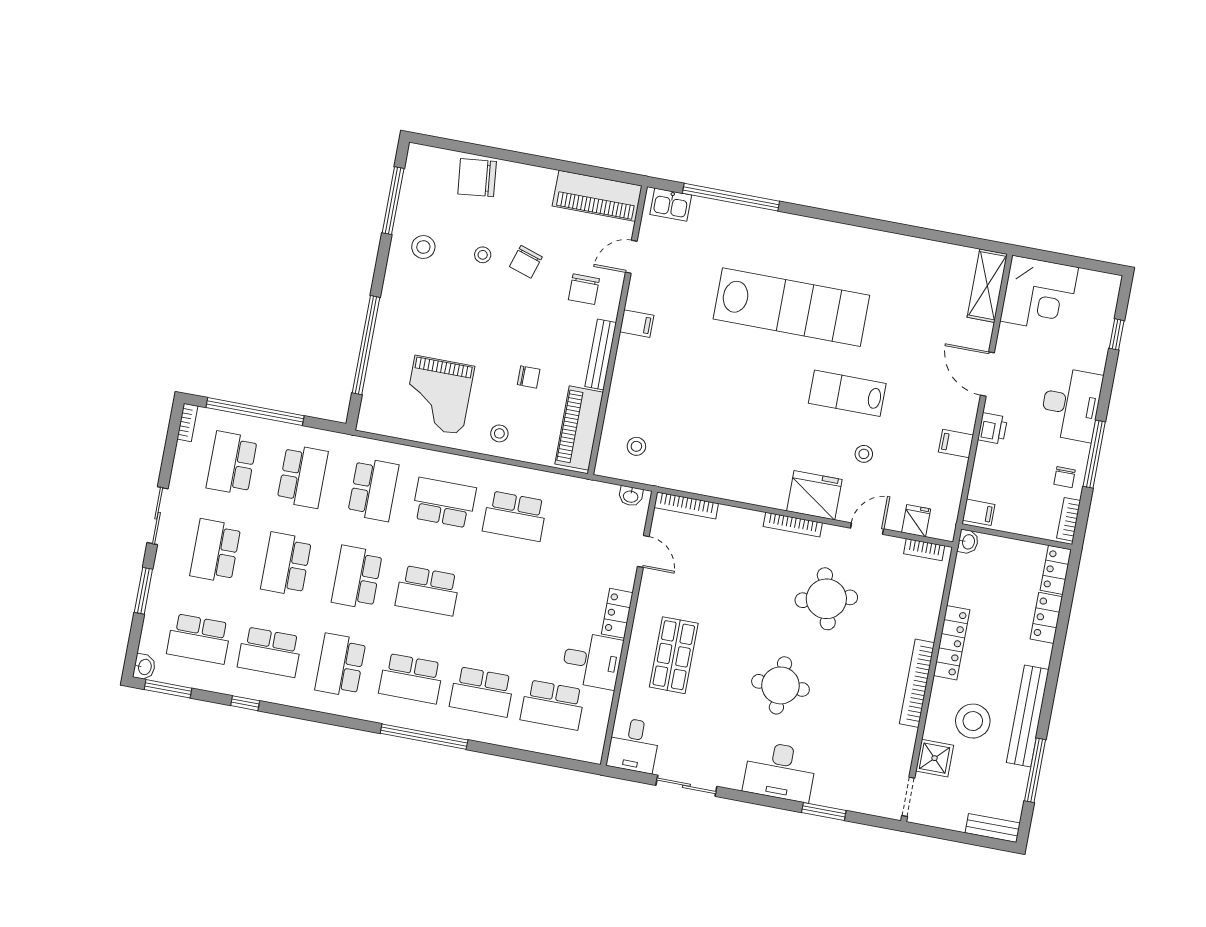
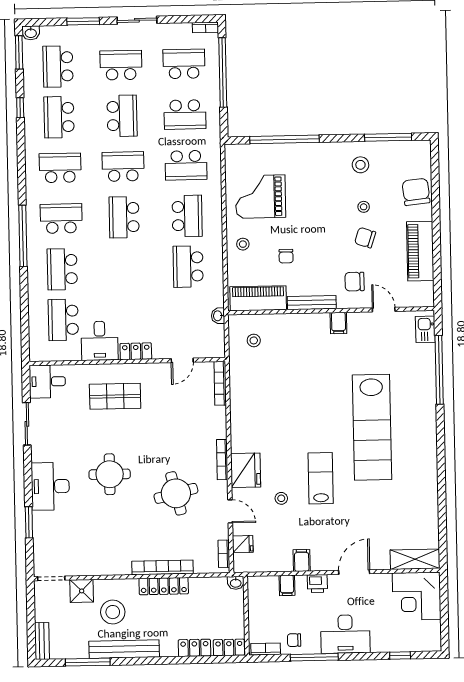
piano: (597, 196) -> (420, 251), moved
washbasin: (631, 496) -> (218, 316), moved
filing cabinet: (979, 512) -> (287, 585), moved
school desk: (286, 564) -> (122, 116), turned 90
school desk: (411, 678) -> (61, 219), turned 90
bookcase: (917, 683) -> (162, 567), moved

